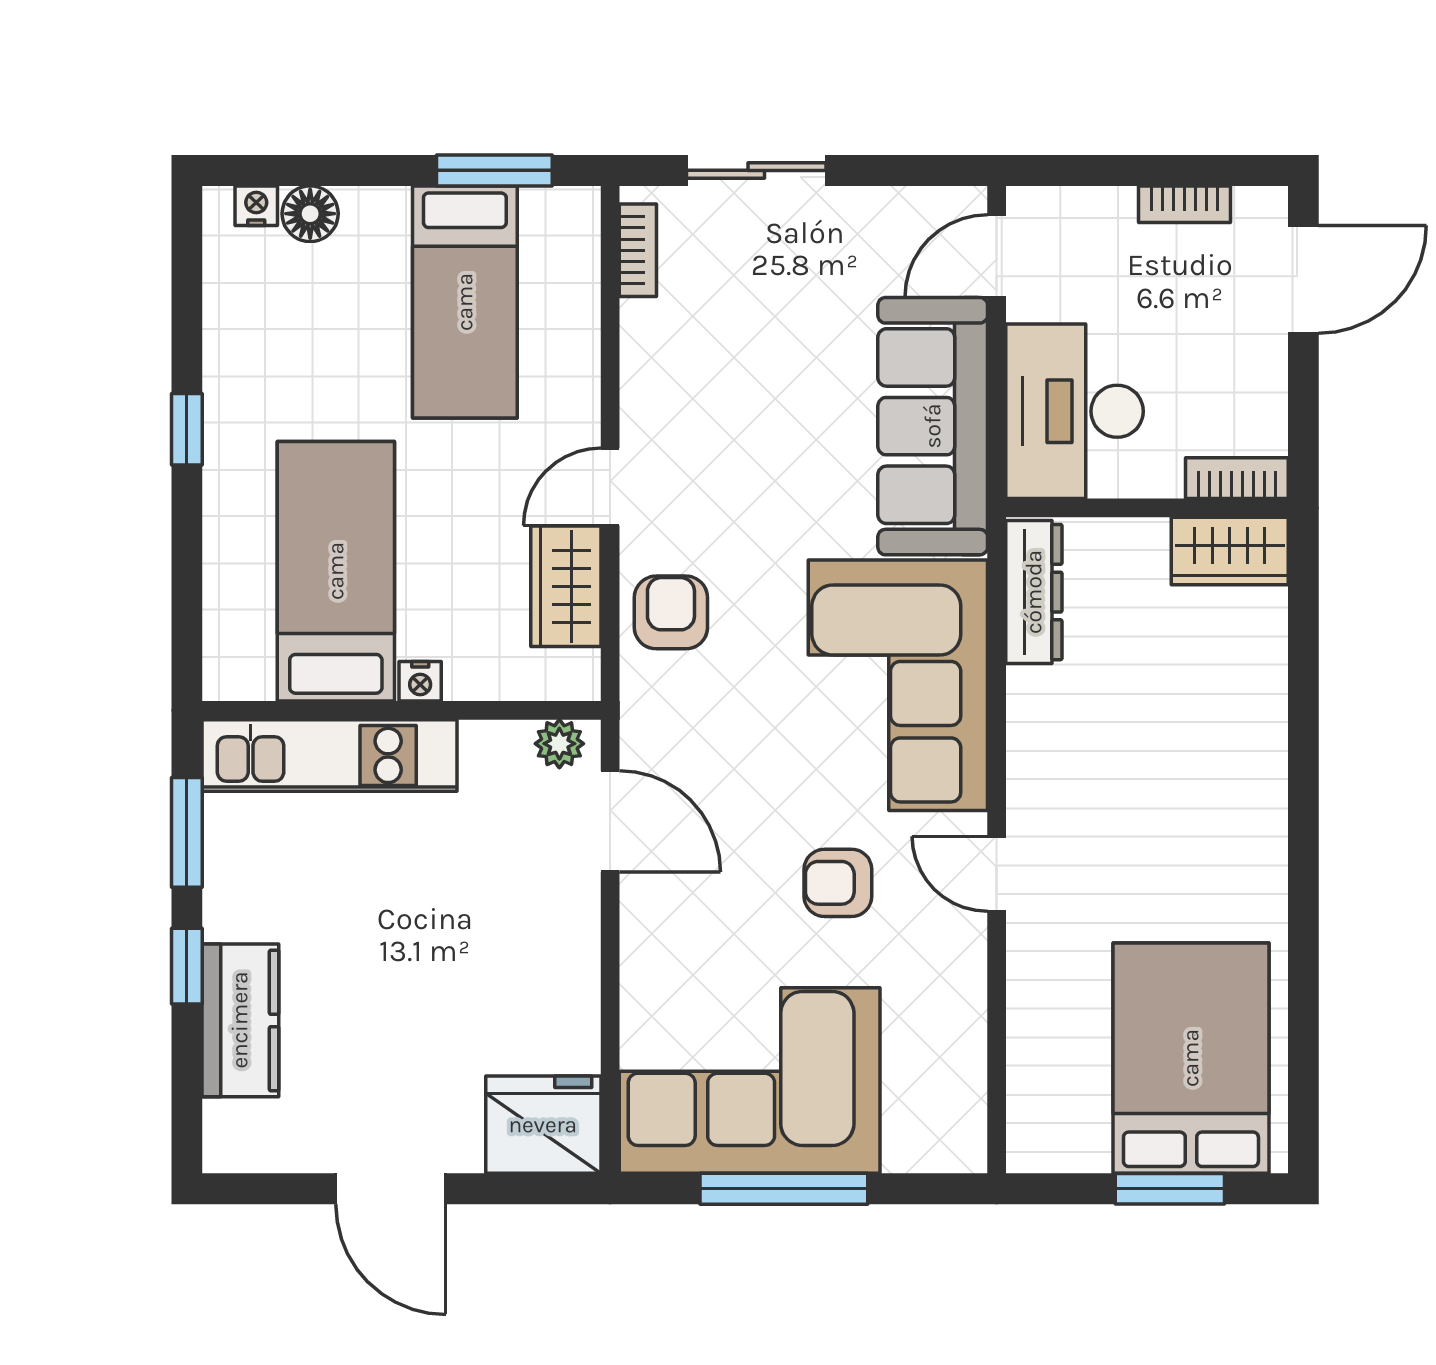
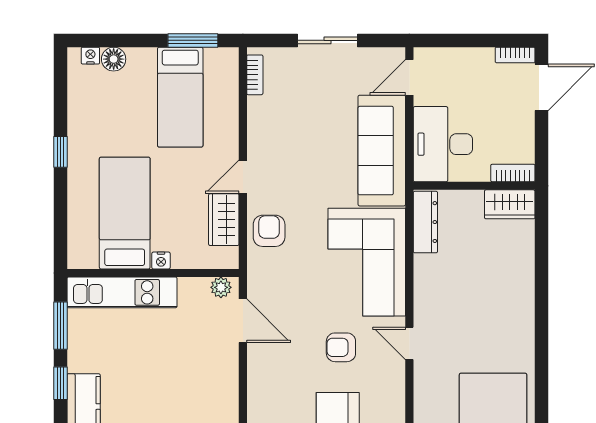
sliding door: (756, 170) -> (327, 40), moved
bookcase: (1185, 204) -> (515, 55), moved

